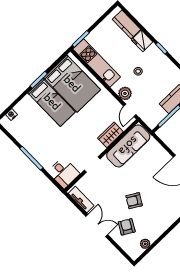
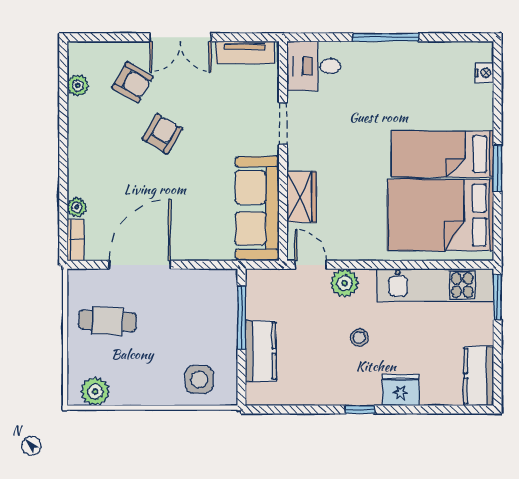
kitchen counter: (126, 24) -> (479, 376), moved, turned -90

